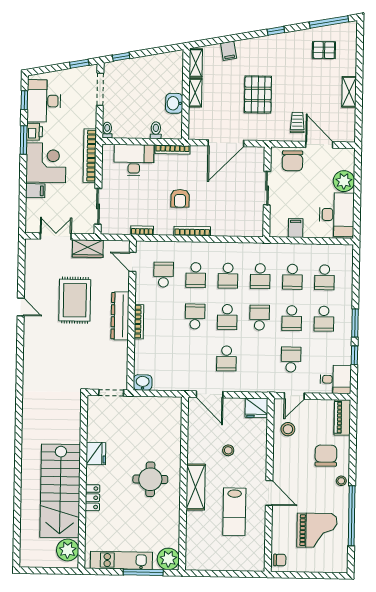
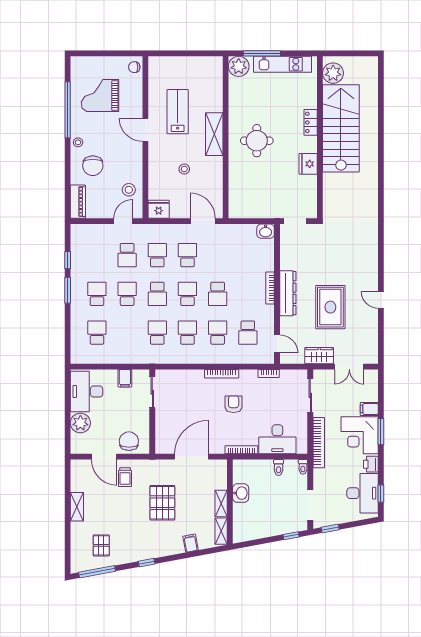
pallet: (324, 50) -> (101, 545), turned 90
toilet: (156, 130) -> (279, 468), moved
window: (24, 140) -> (381, 432), moved
sliding door: (267, 188) -> (152, 392), moved
school desk: (292, 277) -> (157, 255), moved
desk: (336, 379) -> (85, 237), removed

